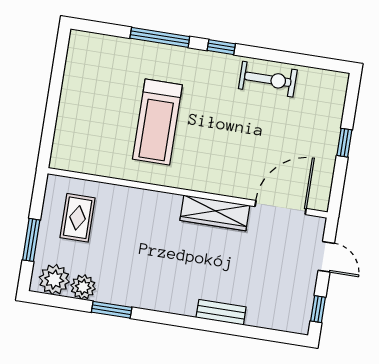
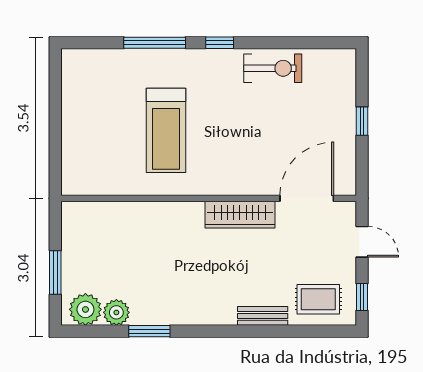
rug: (78, 218) -> (318, 299), moved, turned 90

